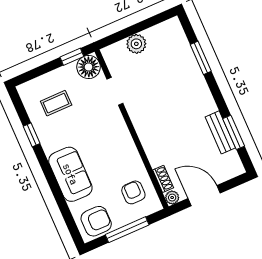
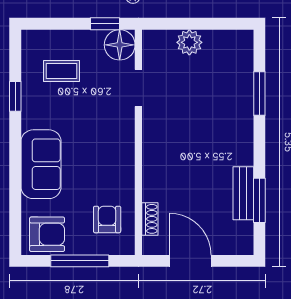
plant: (172, 198) -> (151, 246), removed

